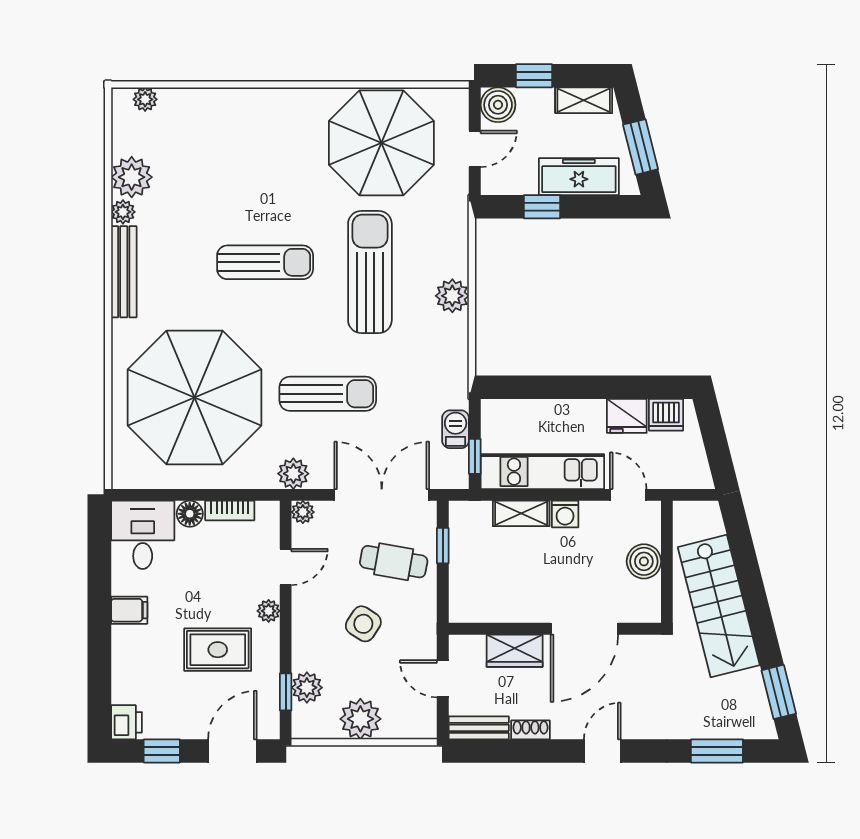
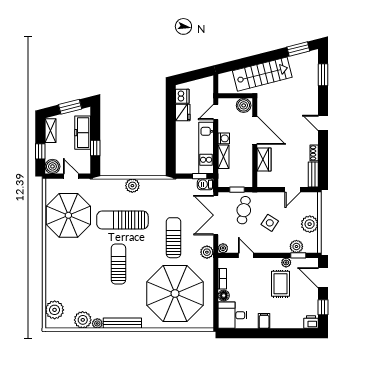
plant: (145, 99) -> (55, 310), width x1.87, depth x1.87
barbecue: (456, 429) -> (205, 184), moved
plant: (269, 611) -> (286, 263), moved
wall: (555, 629) -> (255, 143), moved
door: (584, 629) -> (255, 130), moved
wardrobe: (515, 651) -> (264, 160), moved

